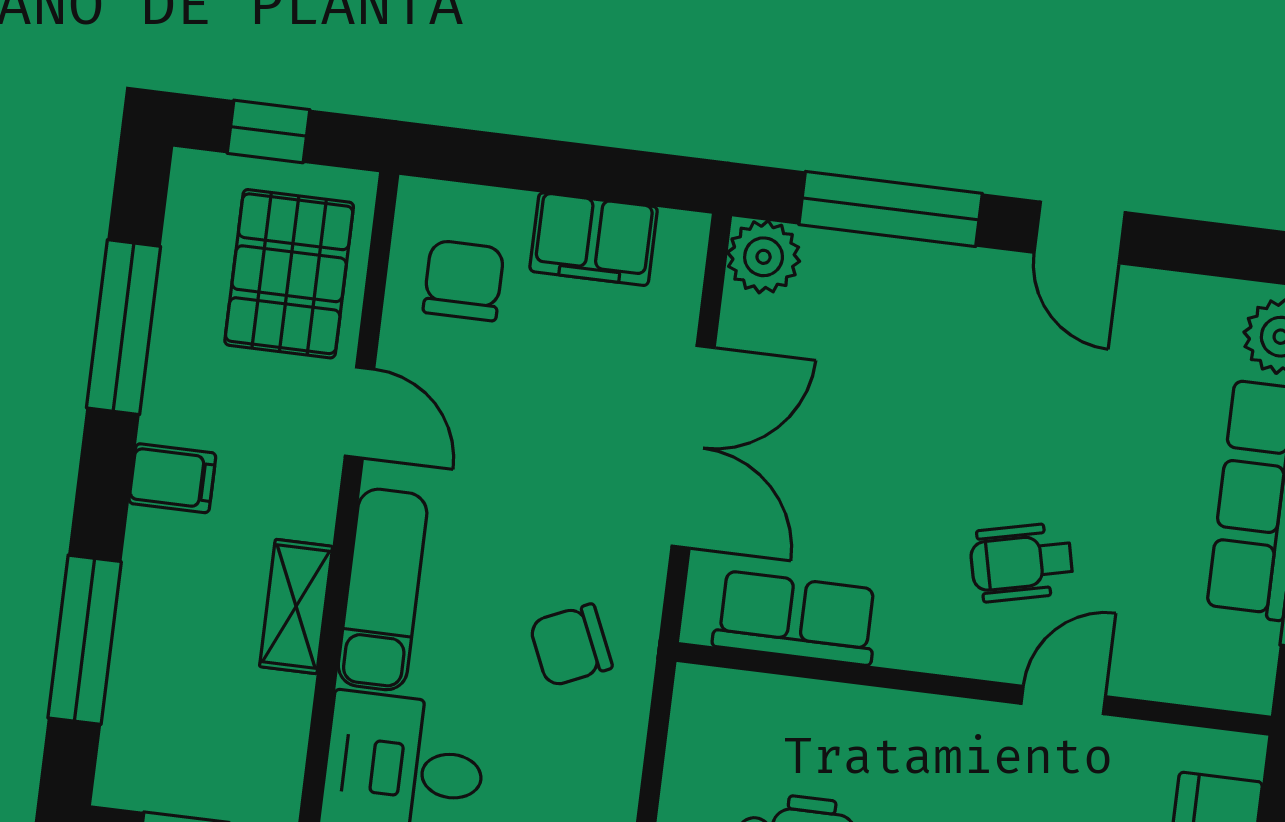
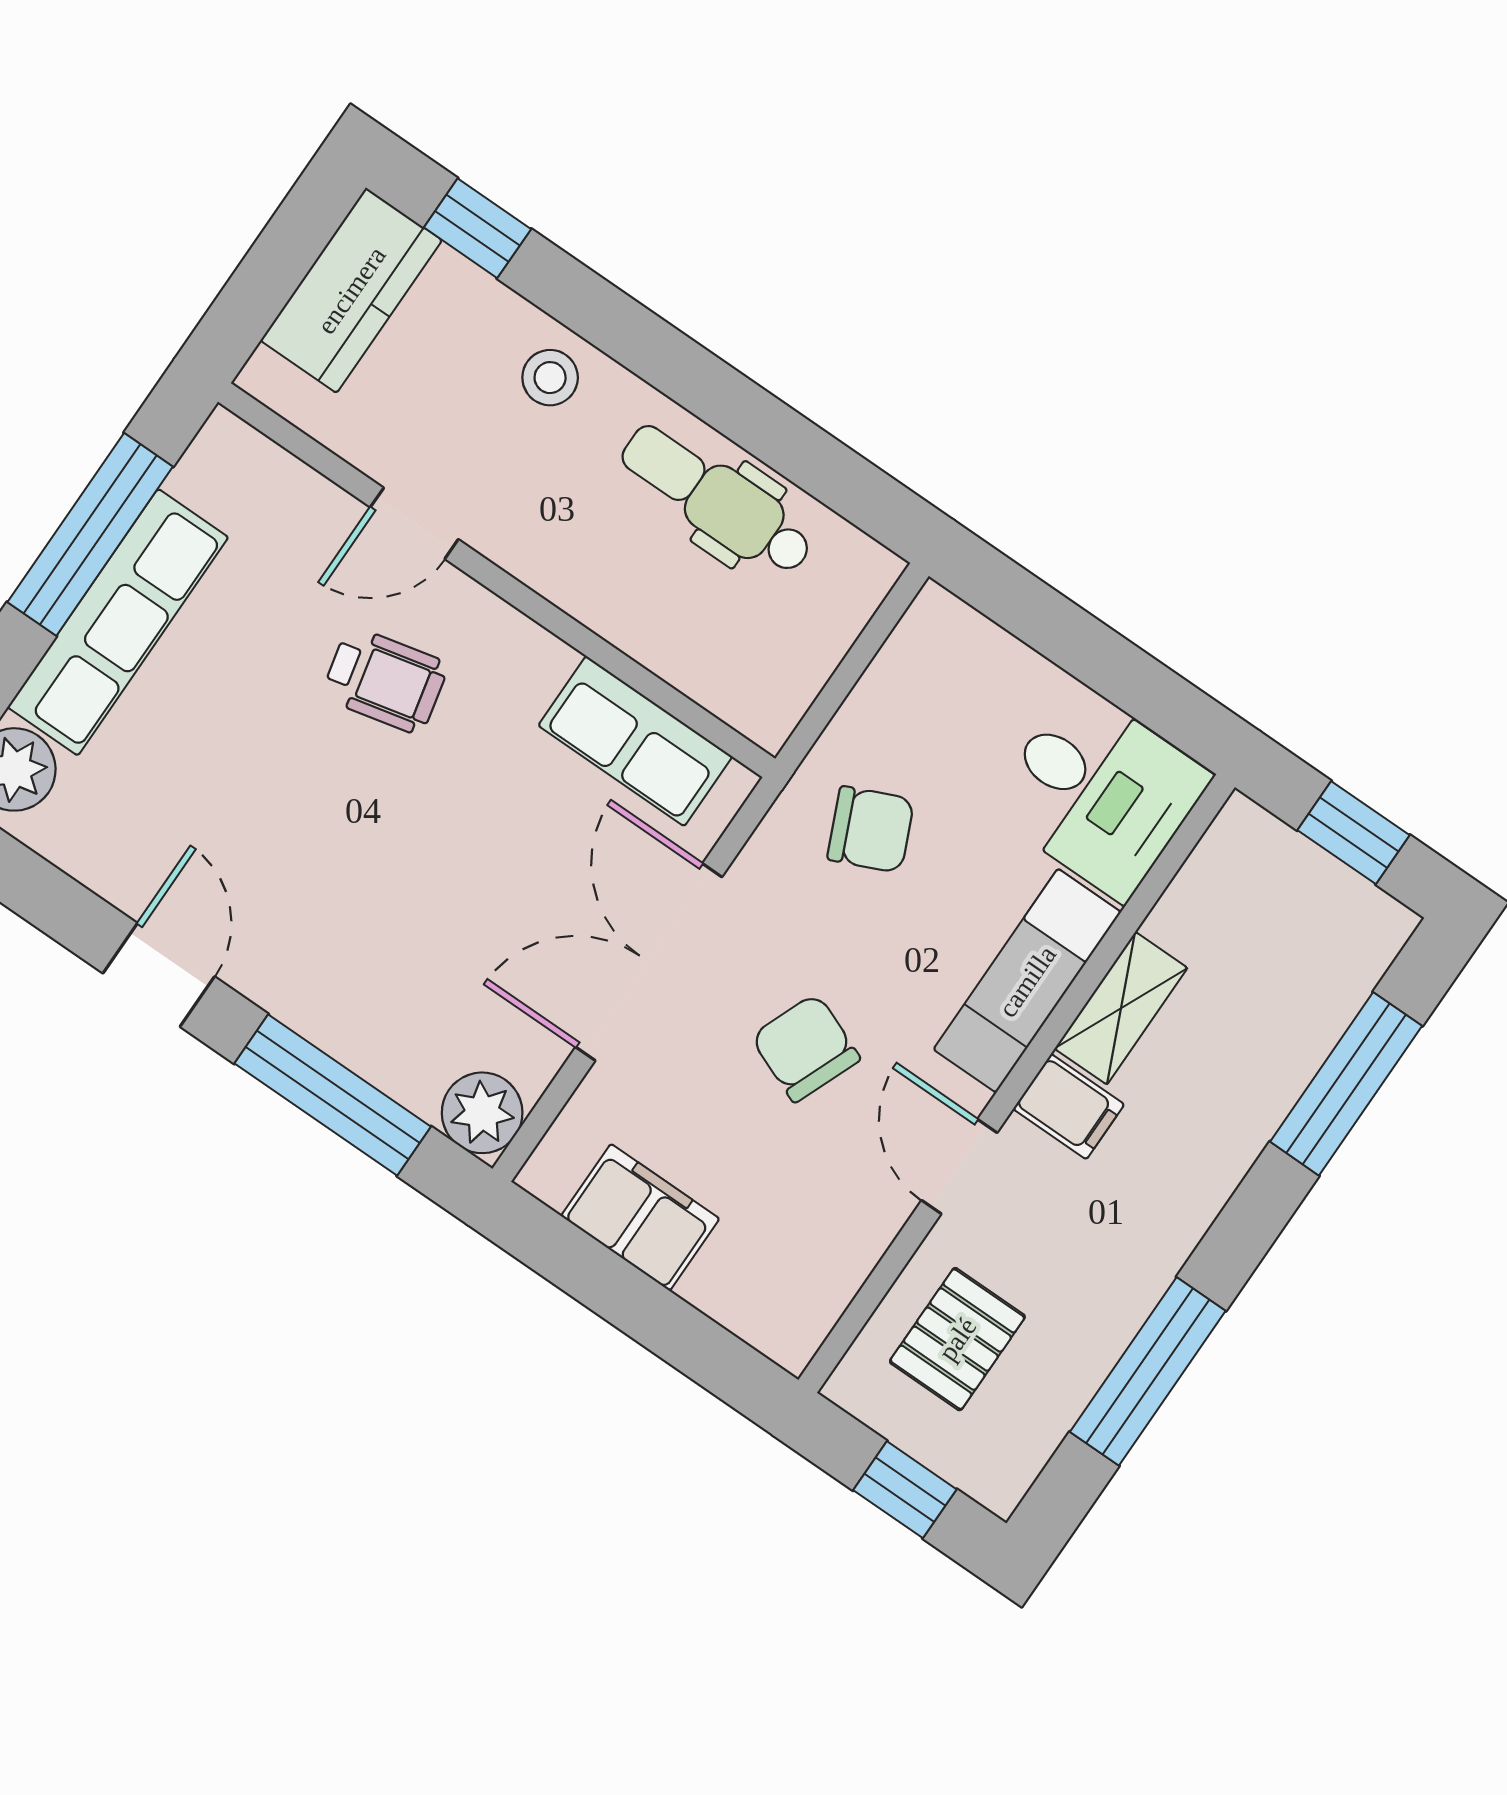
pallet: (289, 274) -> (957, 1339), width x0.67, depth x0.71
chair: (464, 280) -> (806, 1048), moved, turned 112
filing cabinet: (172, 478) -> (1069, 1107), moved, turned 180

